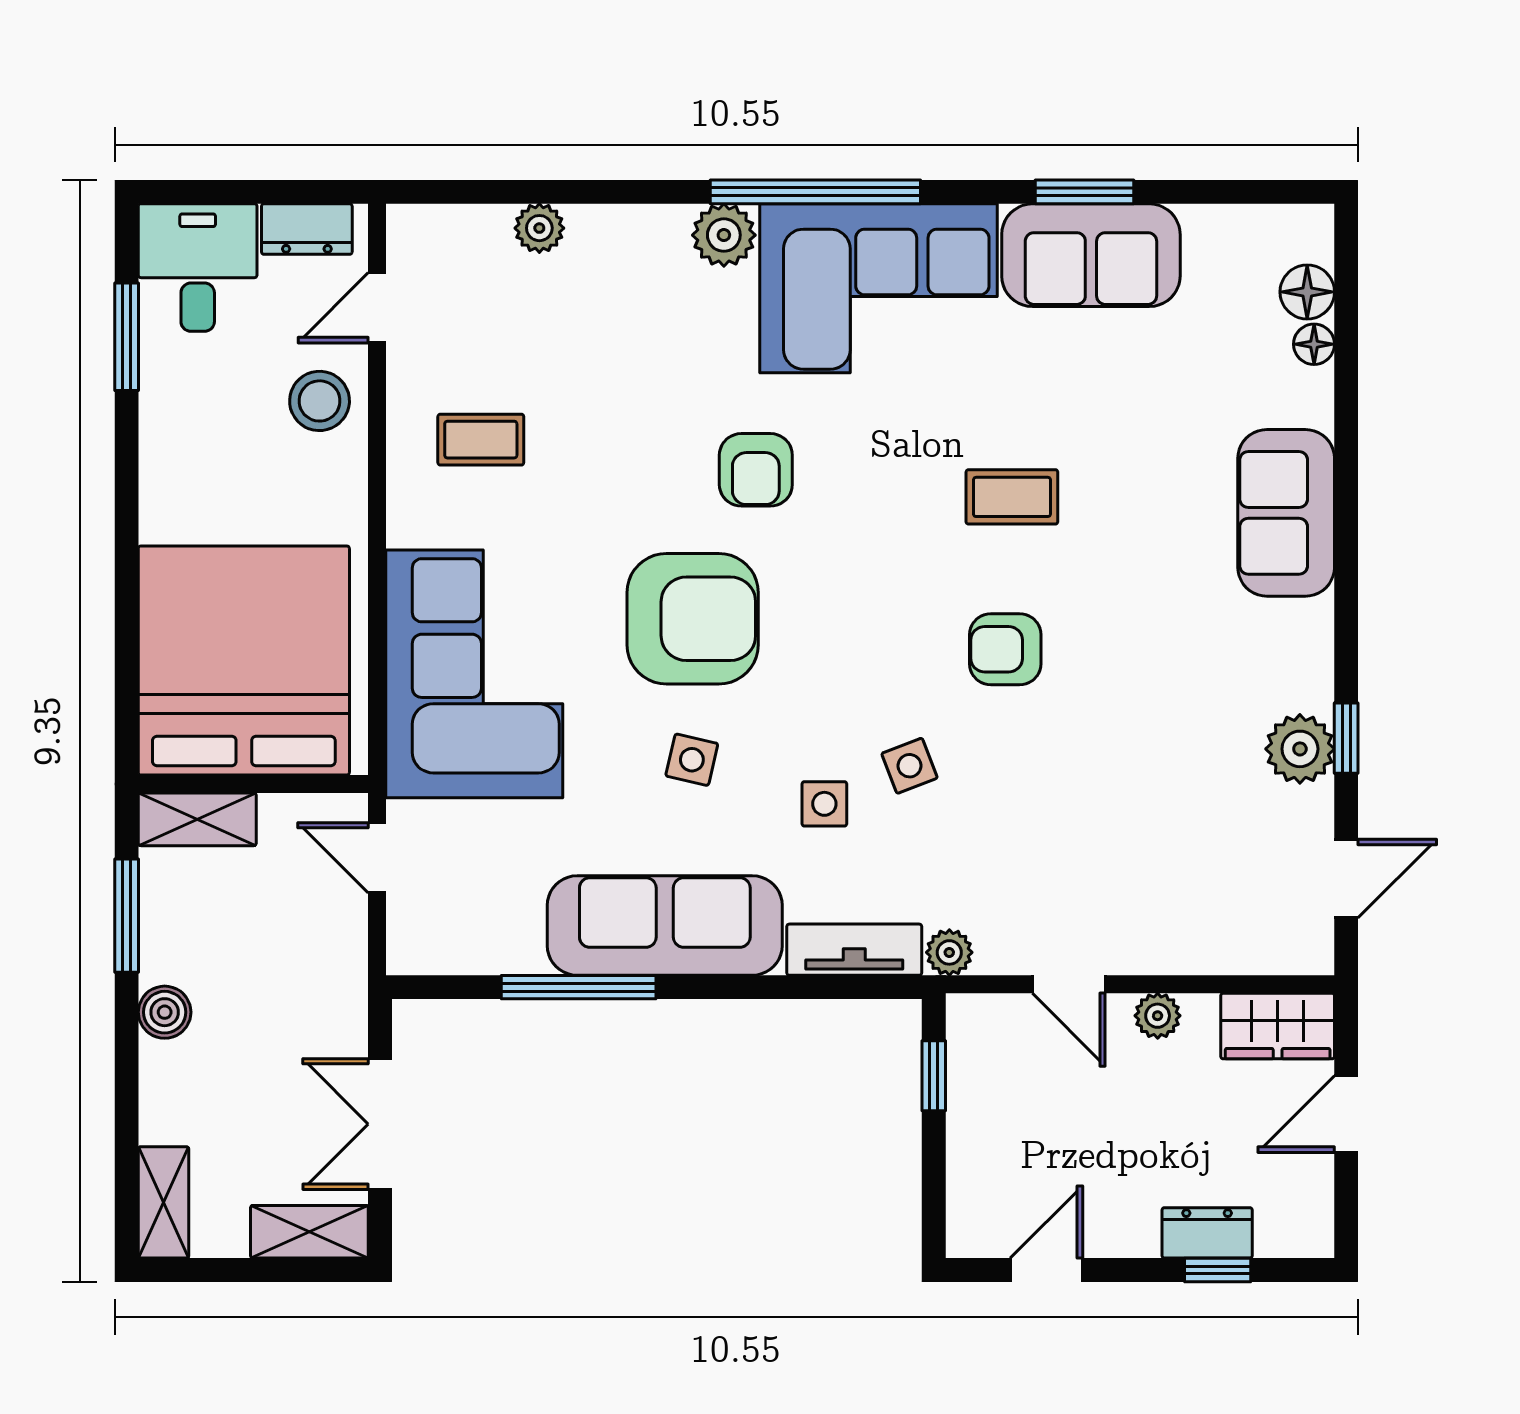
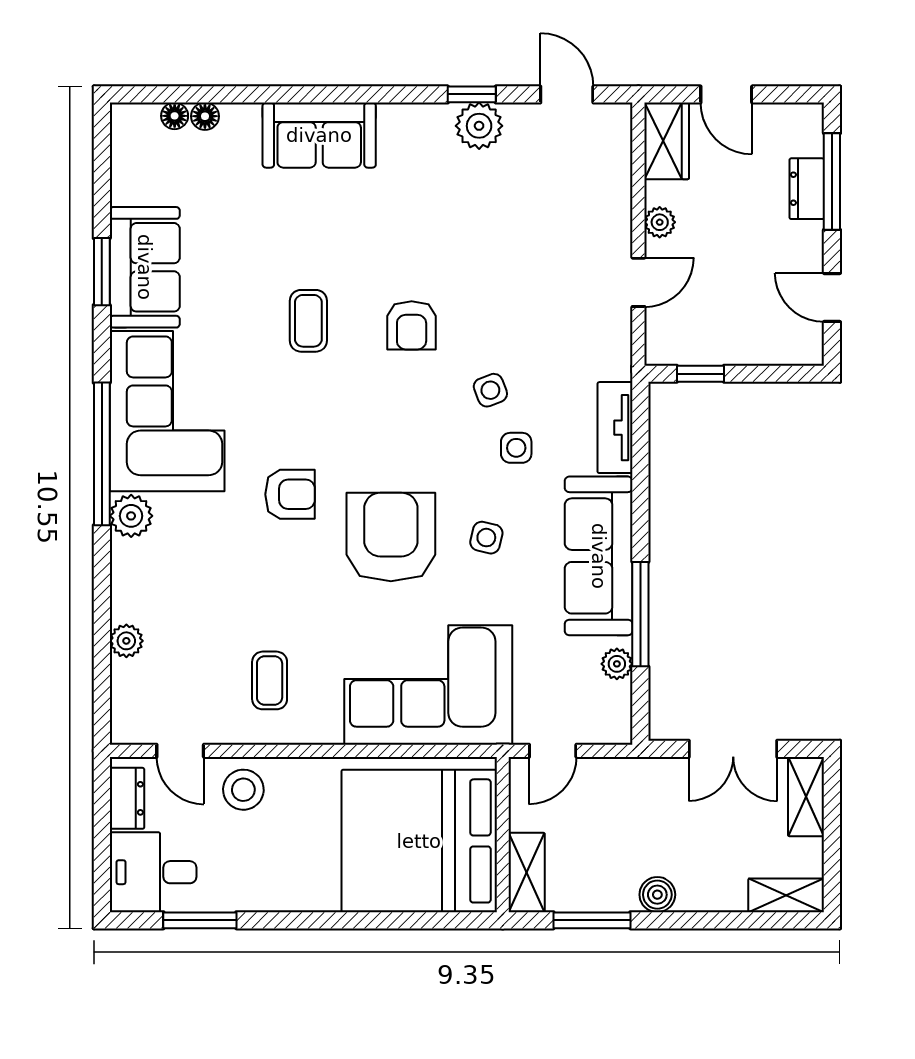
floor lamp: (1307, 292) -> (175, 116), width x0.73, depth x0.73
plant: (949, 952) -> (617, 664), moved
window: (1218, 1270) -> (832, 181), width x2.17

